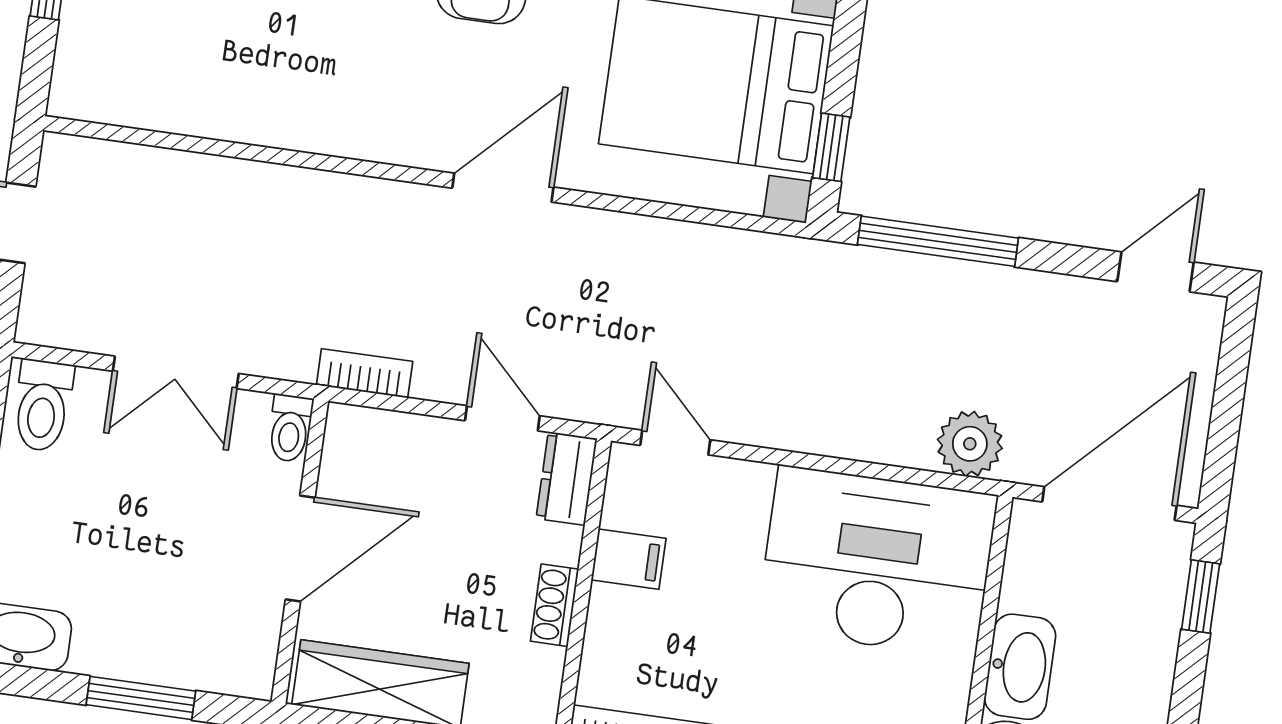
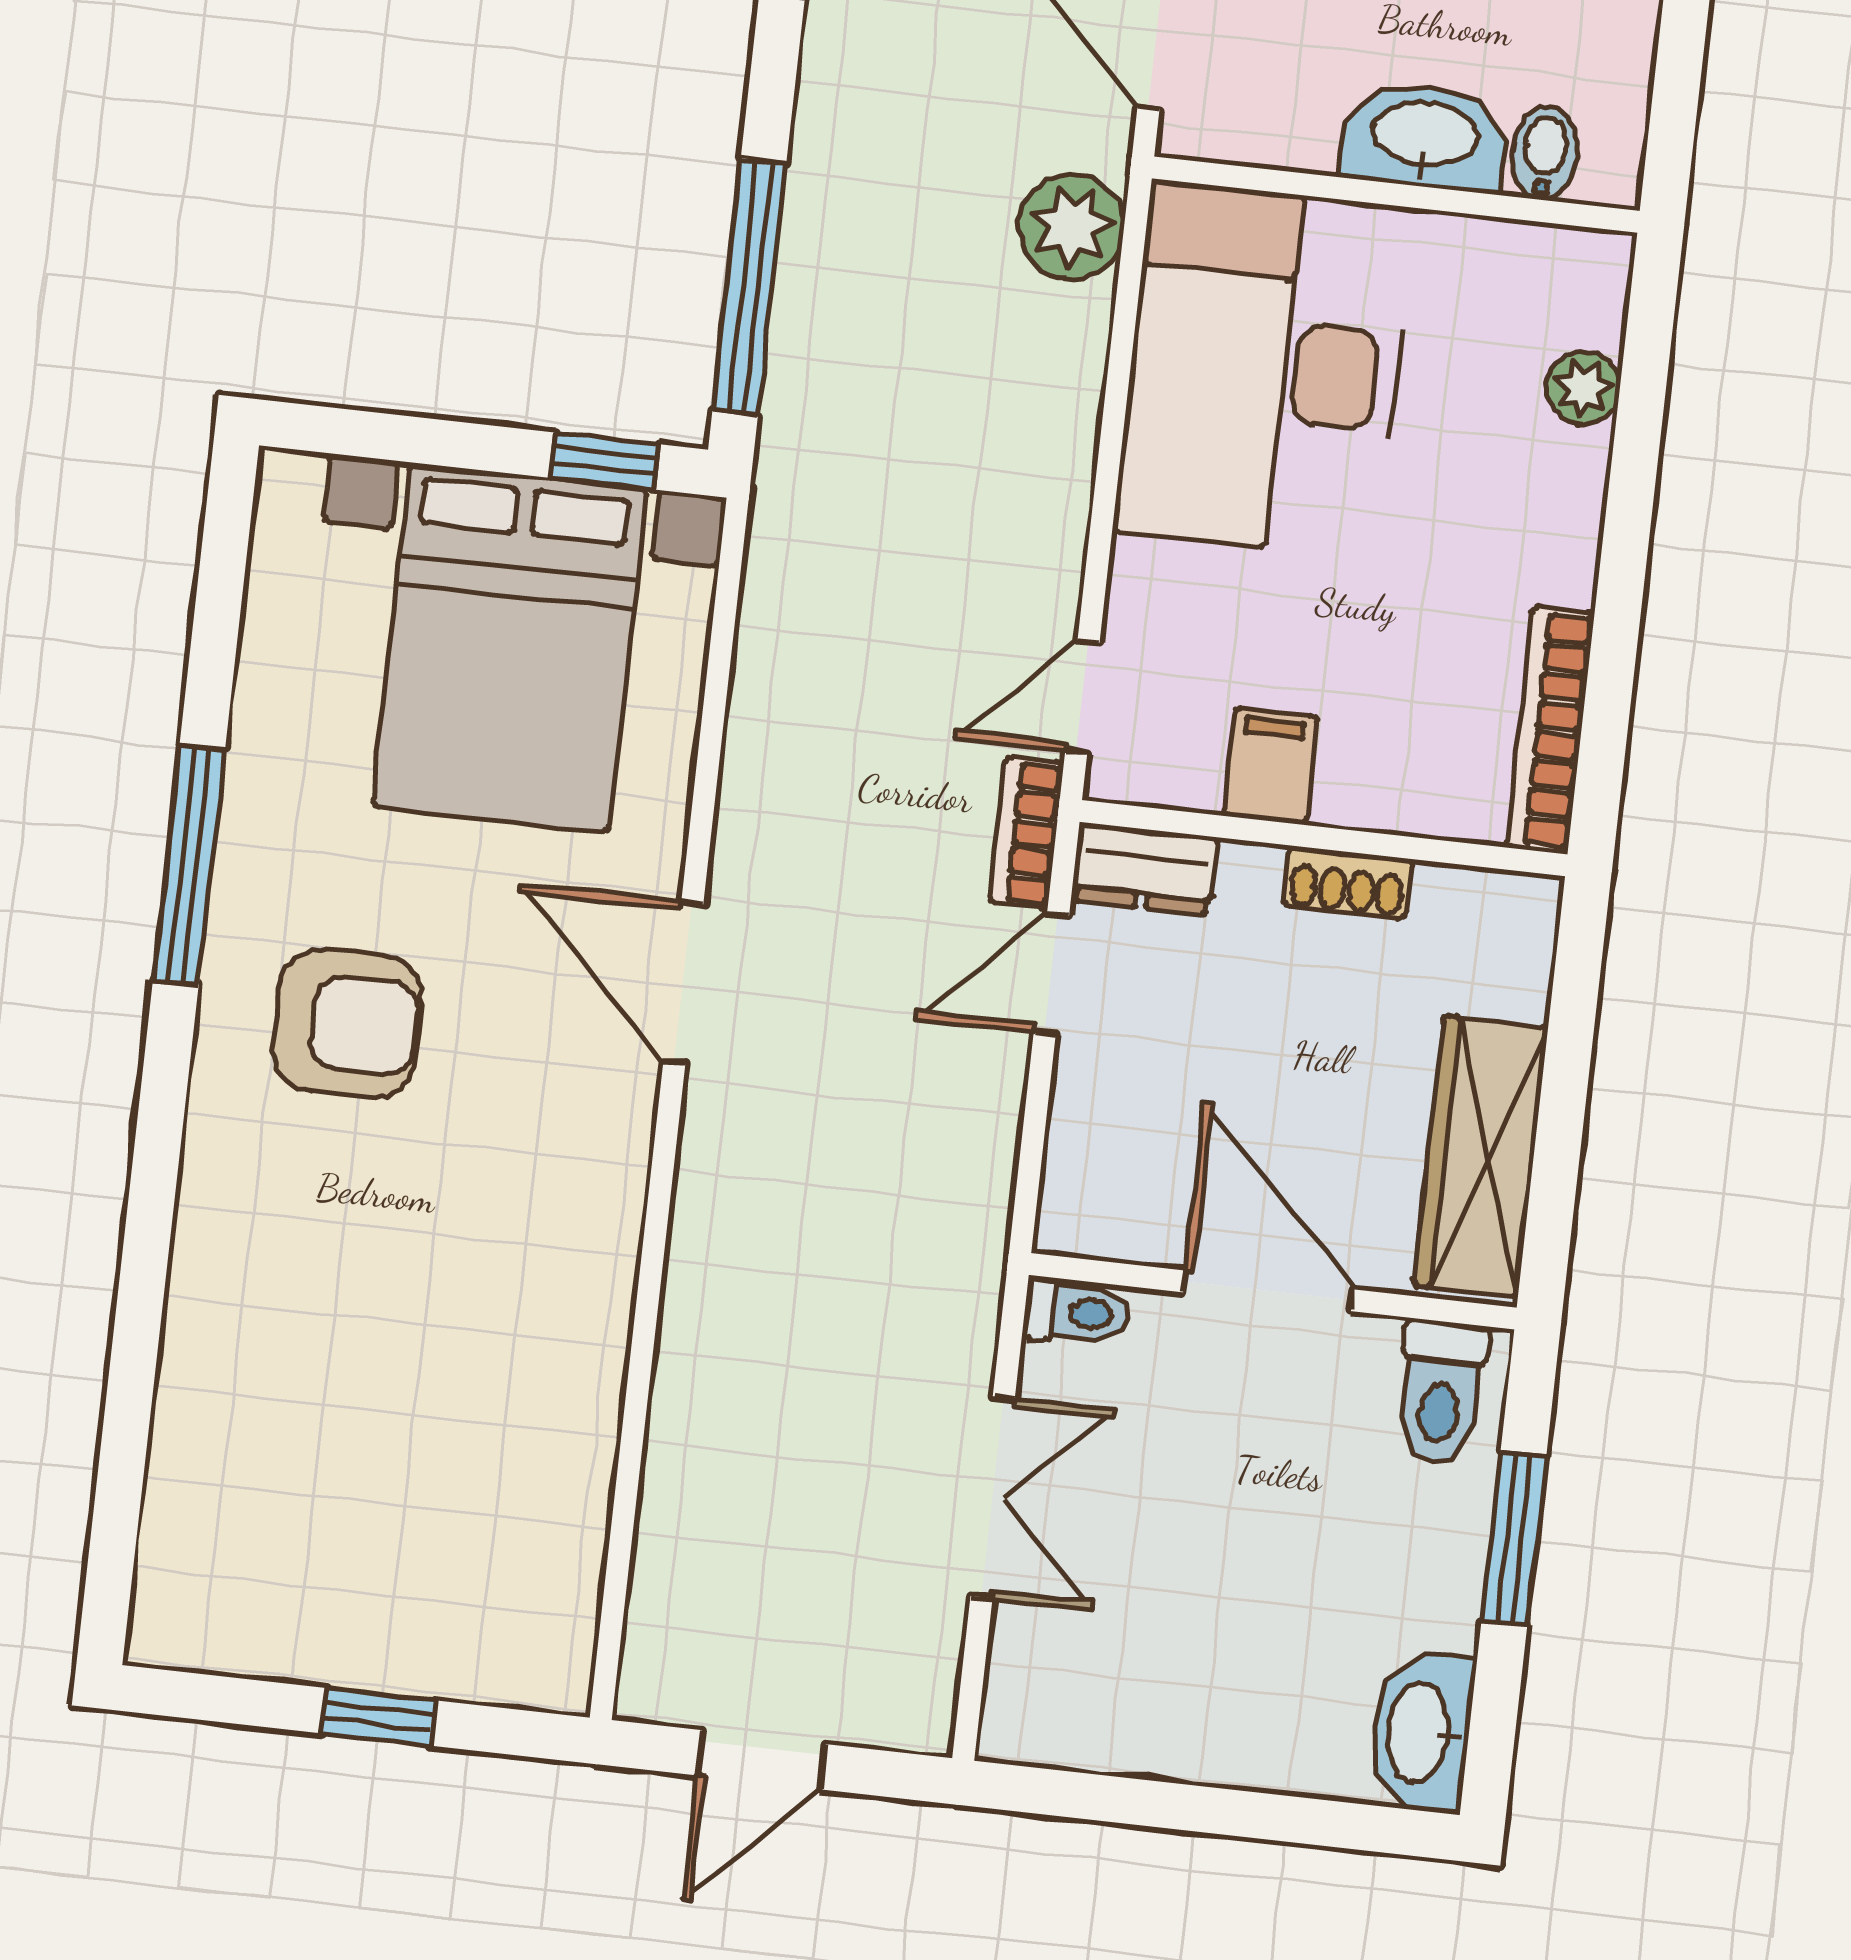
bookcase: (365, 373) -> (1026, 833), moved
toilet: (43, 405) -> (1441, 1393), moved, turned 90

